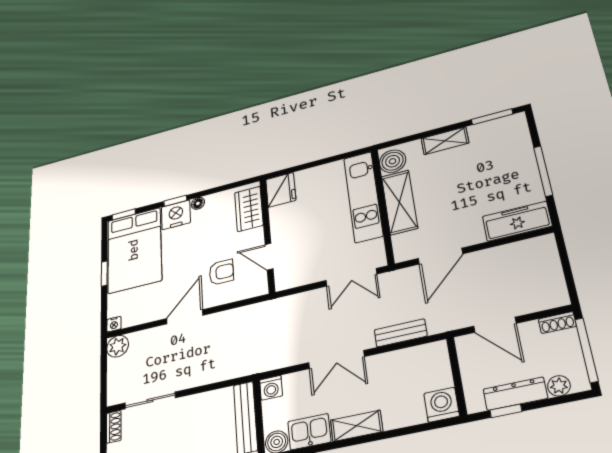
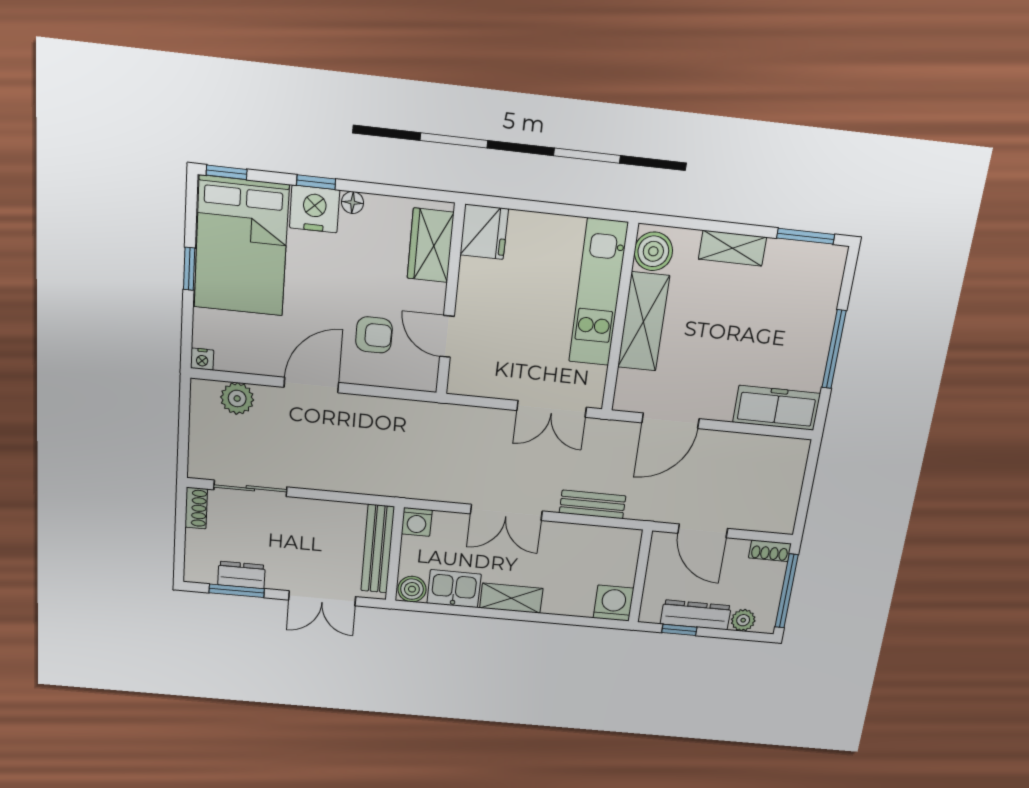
plant: (118, 346) -> (237, 398), moved

